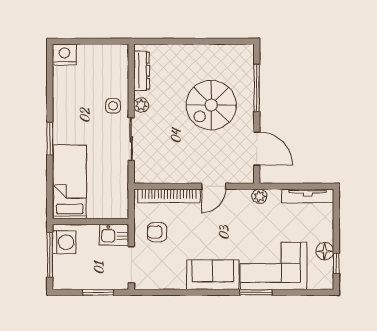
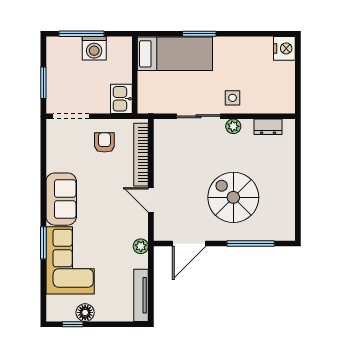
dresser: (142, 71) -> (268, 127), width x0.70
bed: (70, 182) -> (175, 54), moved
wall: (91, 222) -> (135, 75), moved
kitchen sink: (114, 235) -> (121, 99), moved

